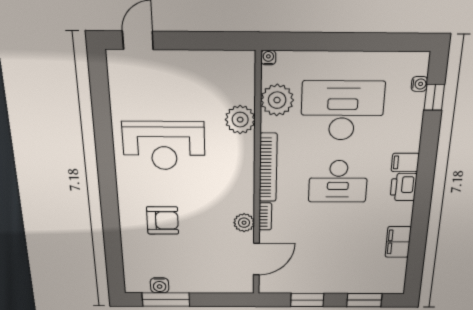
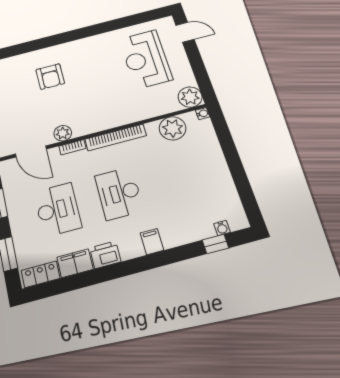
desk: (342, 111) -> (58, 210), moved, width x0.73, depth x0.77
plant: (240, 120) -> (190, 97), moved
reception desk: (164, 146) -> (146, 59), moved
printer: (403, 187) -> (105, 255), moved
locker: (397, 275) -> (41, 274), added

